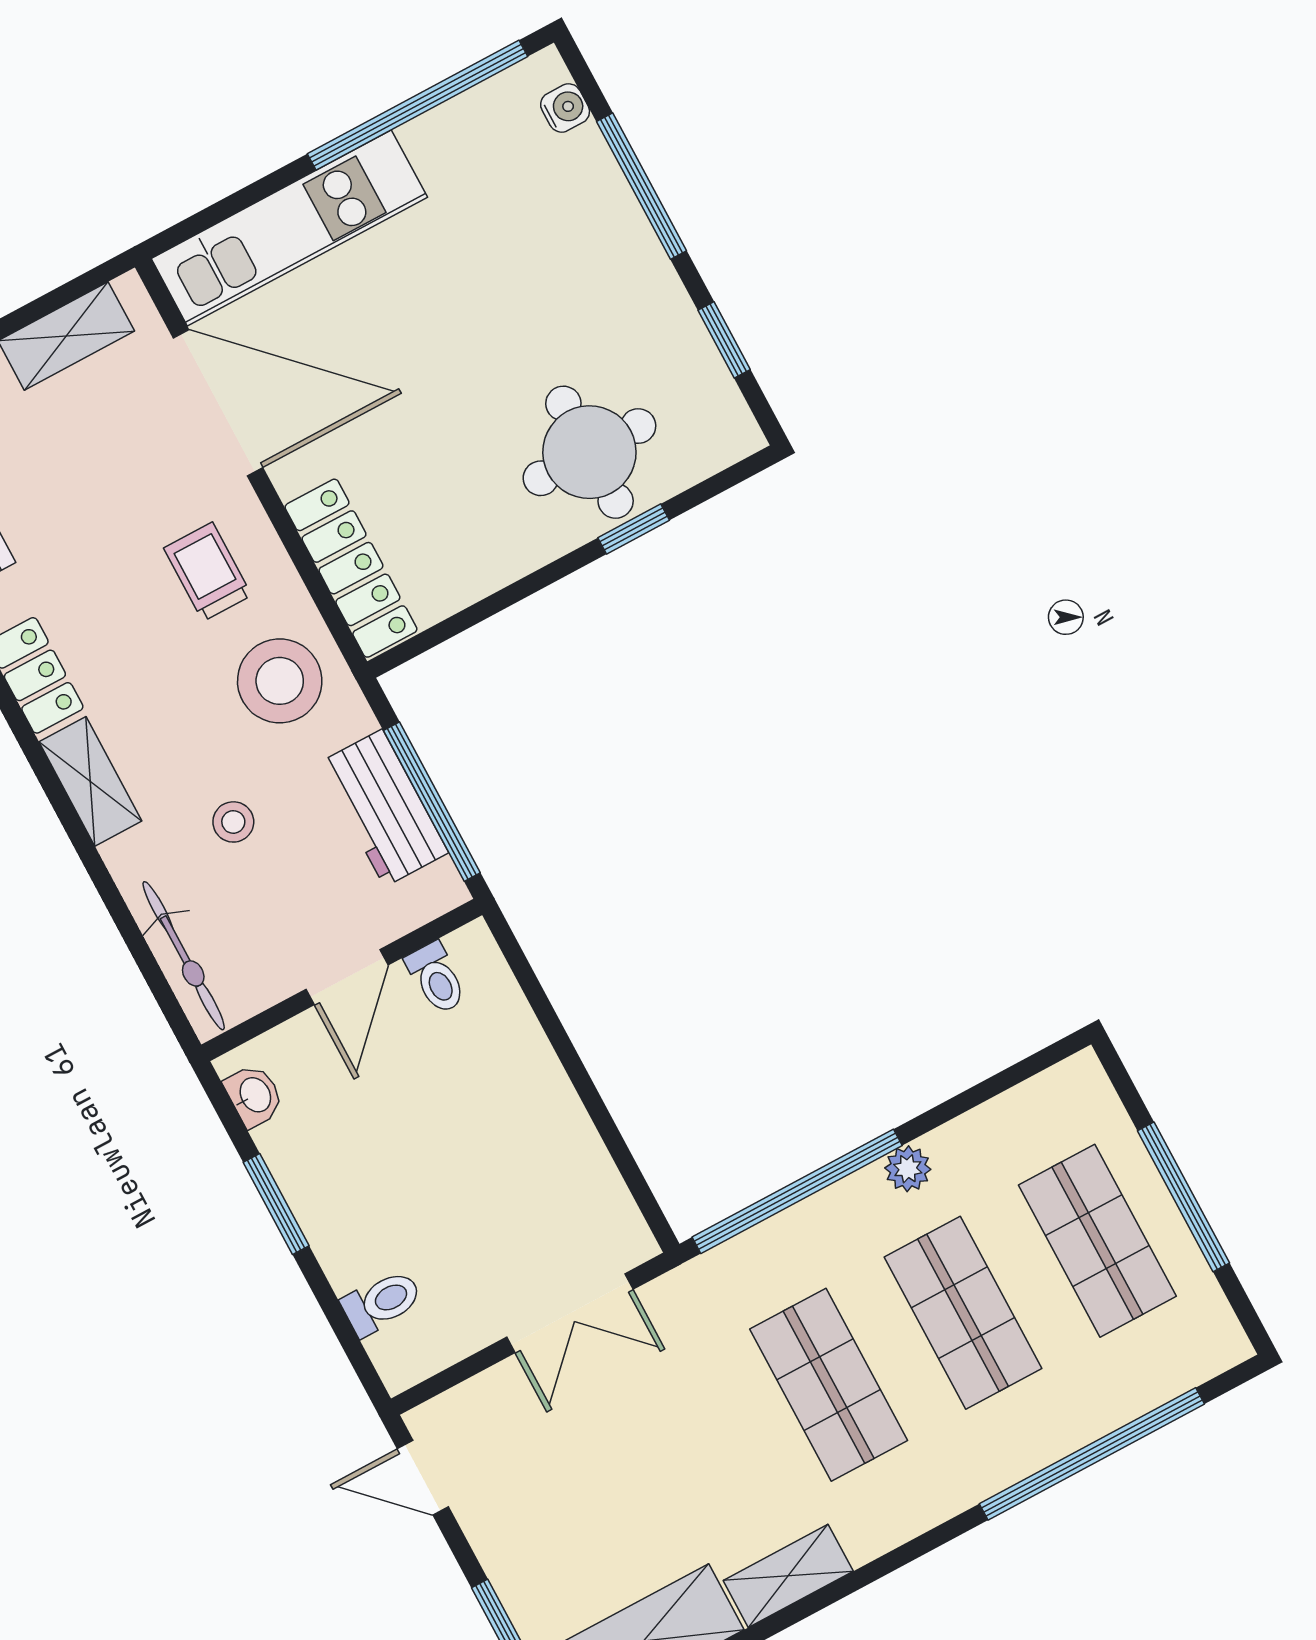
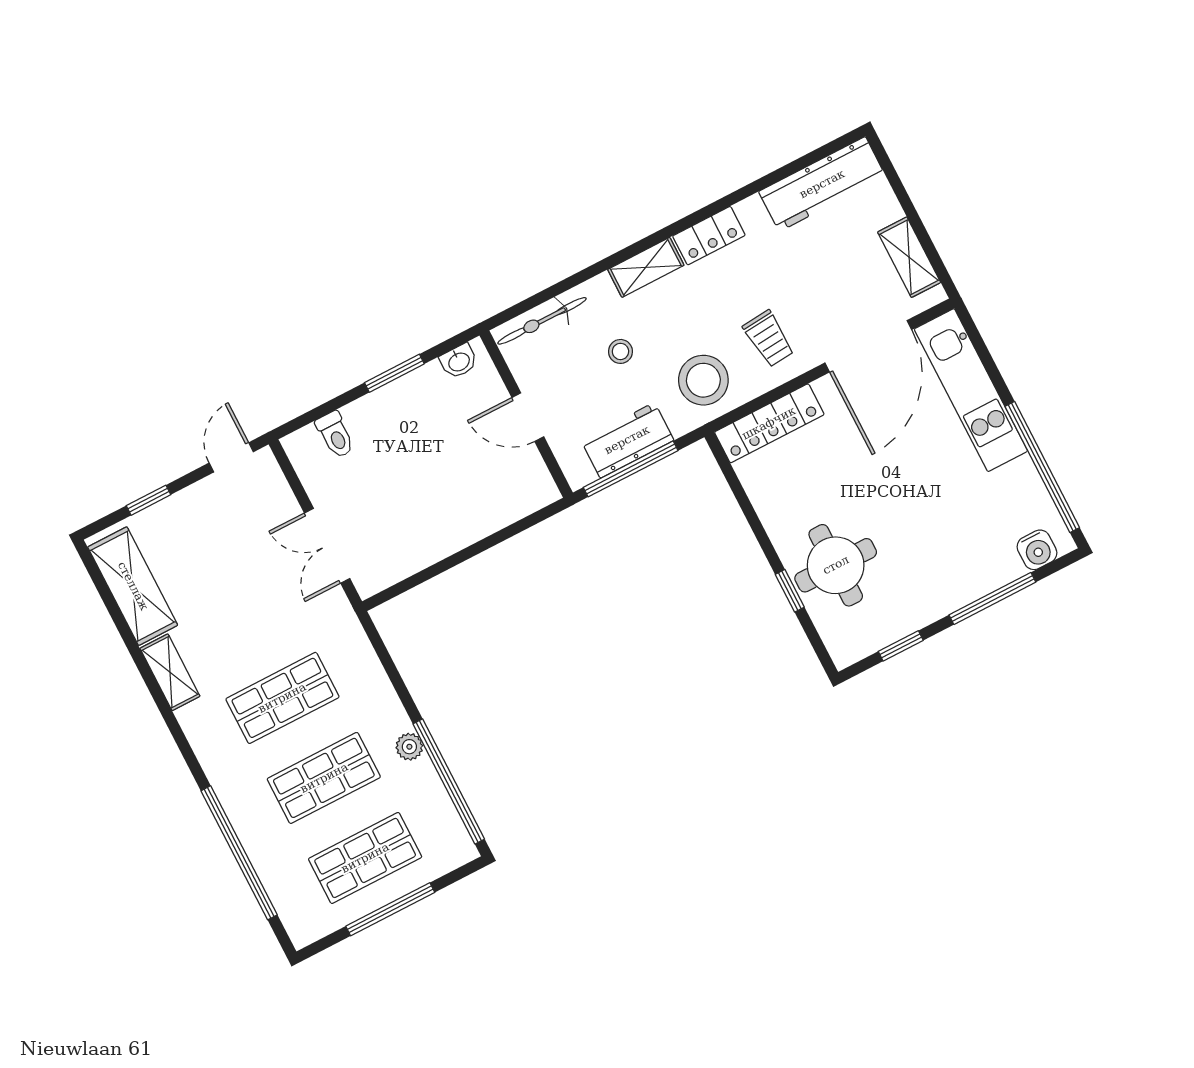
water cooler: (565, 108) -> (1037, 550), width x1.38, depth x1.38
trolley: (208, 572) -> (769, 339), turned 85
toilet: (436, 978) -> (526, 470), removed
window: (797, 1191) -> (449, 782), moved

